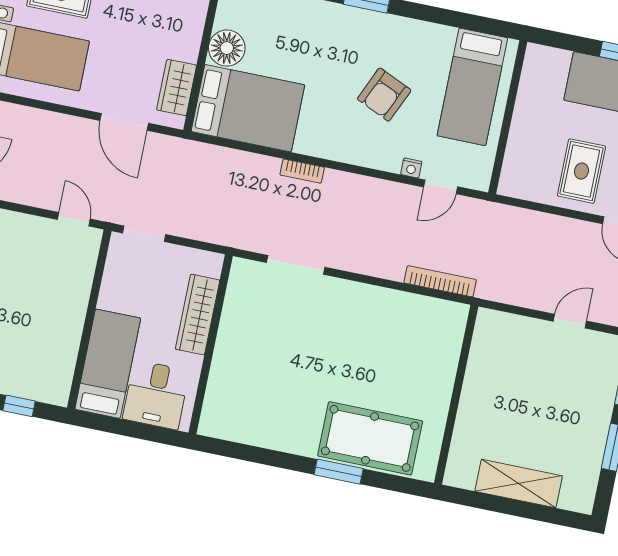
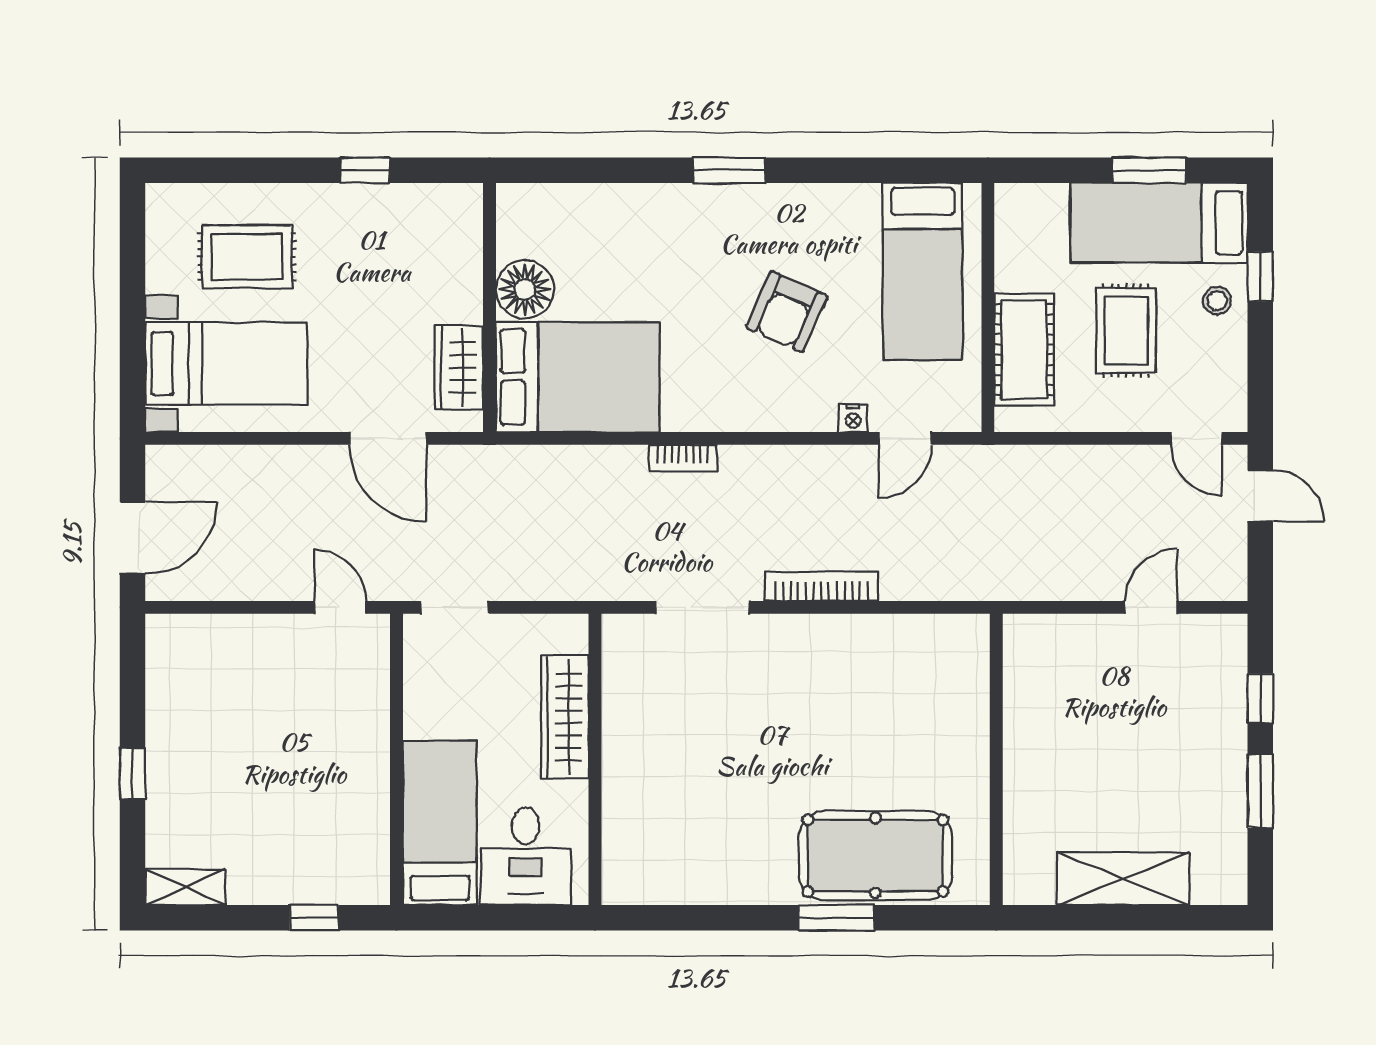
cot: (524, 148) -> (1024, 350), added
rug: (581, 171) -> (1126, 330), moved
bookcase: (440, 281) -> (821, 587), moved

